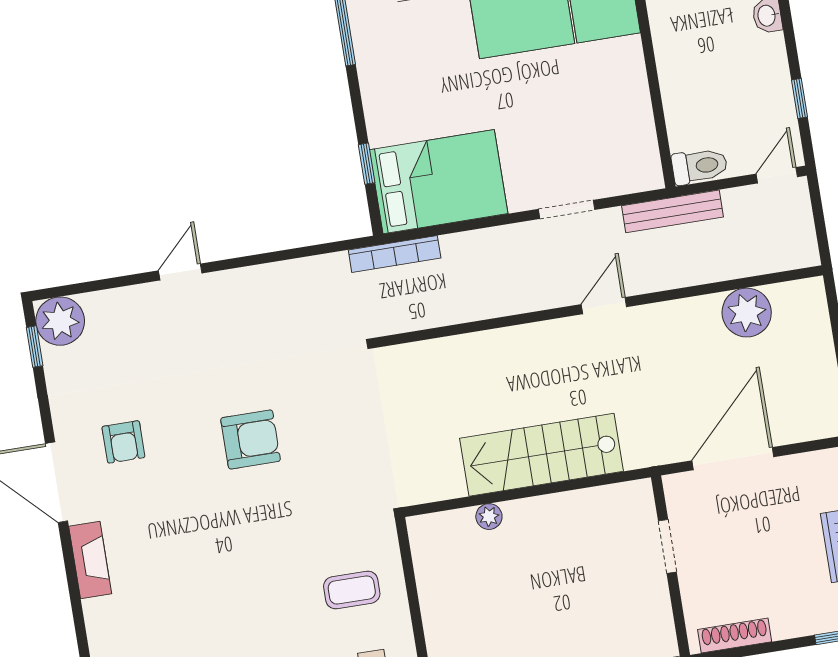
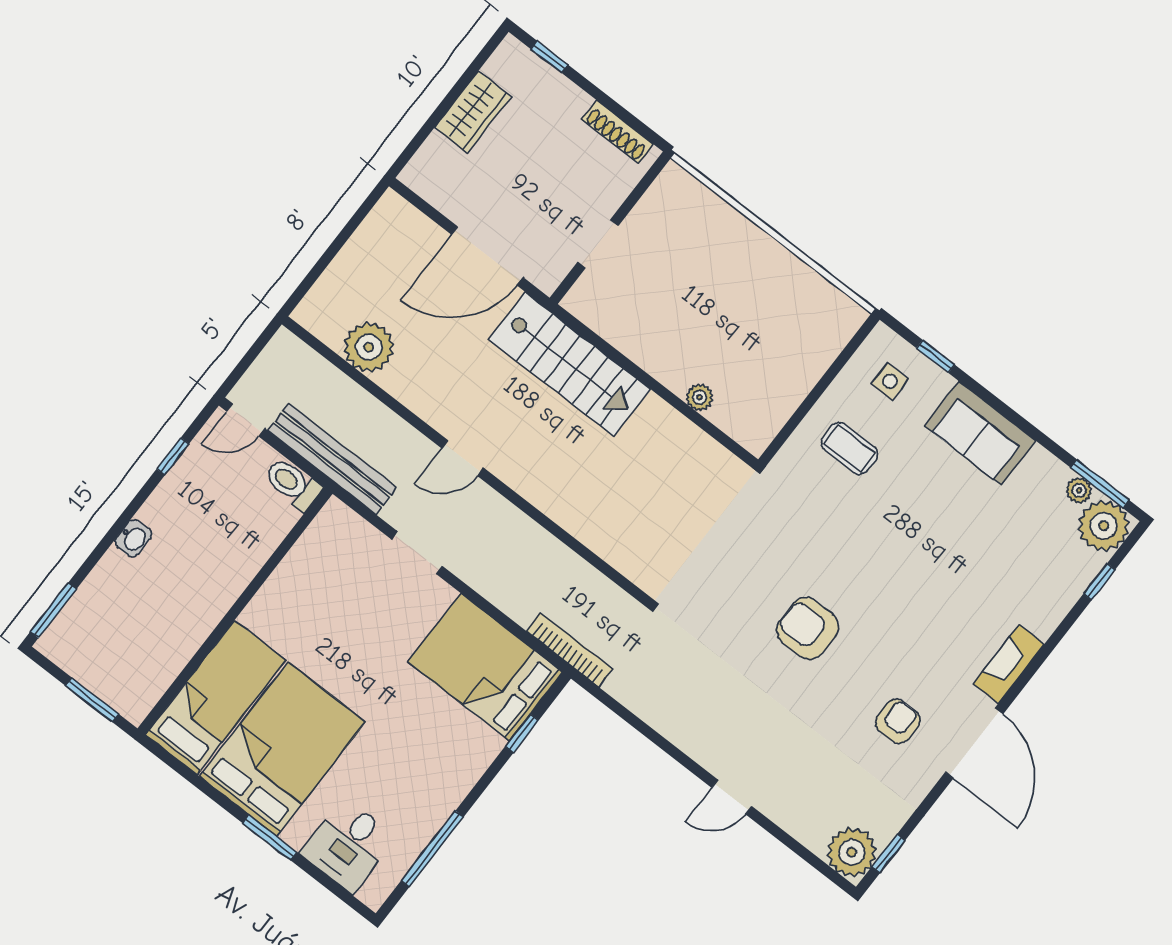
bench: (672, 211) -> (332, 459), width x1.37, depth x1.21
stairs: (542, 455) -> (570, 364), moved

